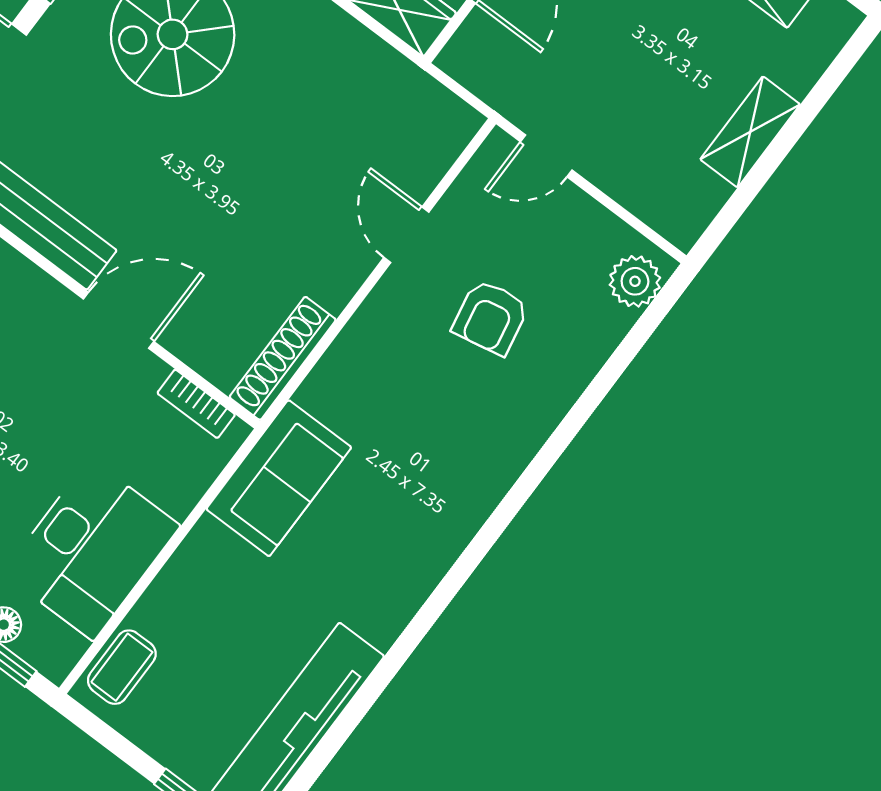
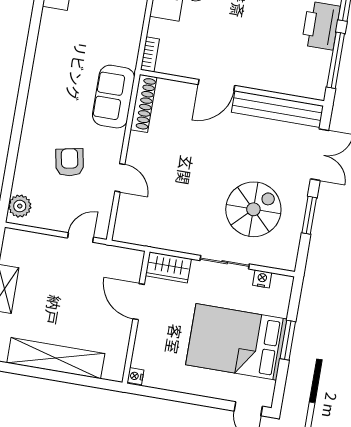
bookcase: (196, 404) -> (150, 54), moved, turned 90
sofa: (279, 478) -> (114, 97), moved

